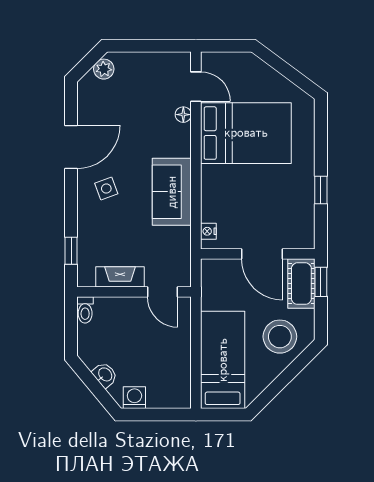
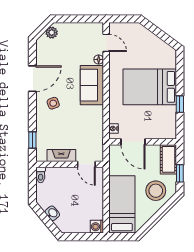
bed: (246, 133) -> (150, 87), moved, turned 180
sofa: (172, 192) -> (92, 85), moved
door: (262, 254) -> (133, 142), moved
window: (321, 282) -> (180, 173), moved
washing machine: (134, 398) -> (97, 227), moved, turned -90

